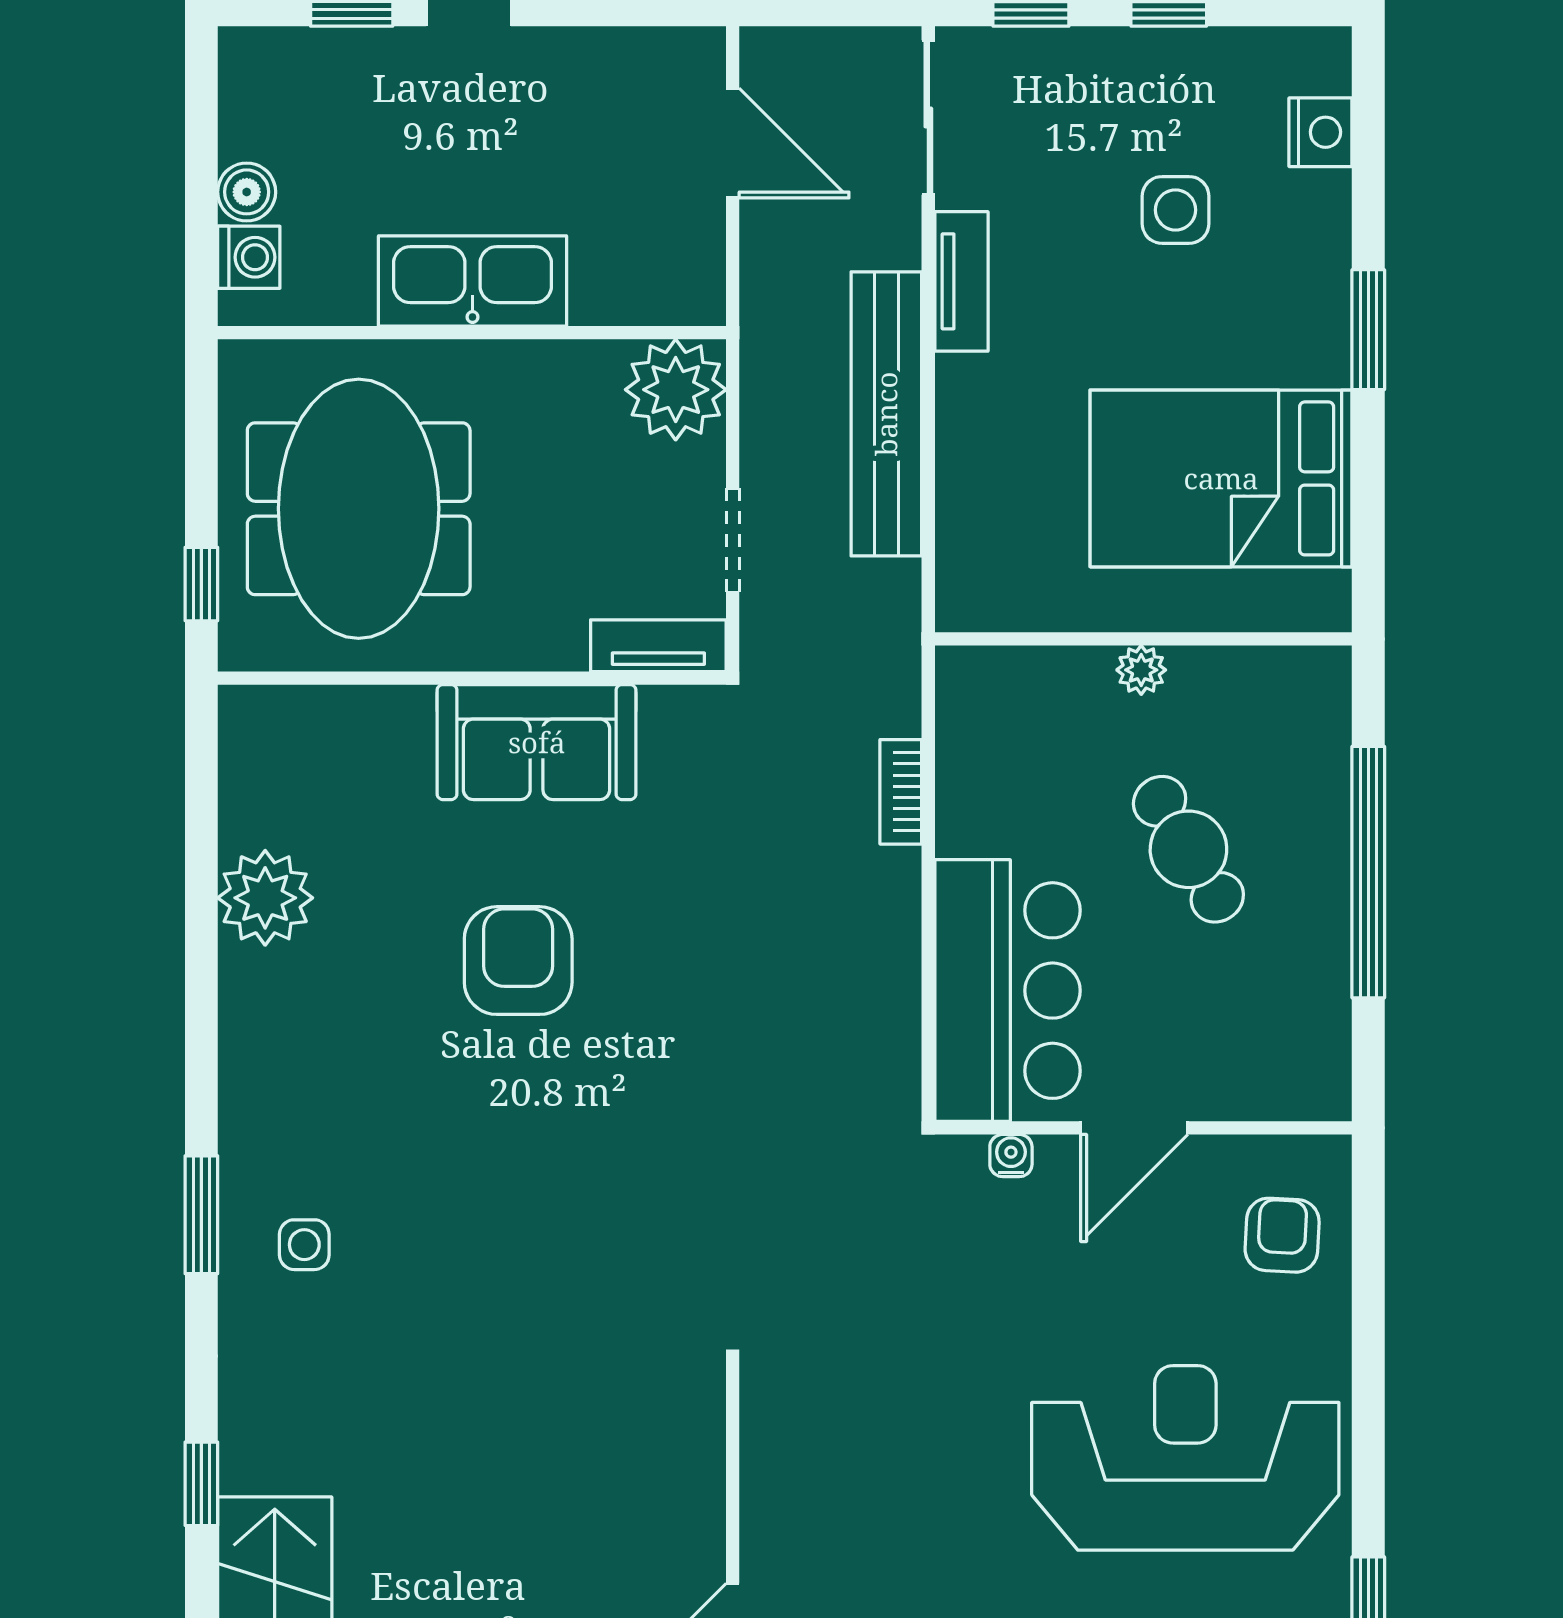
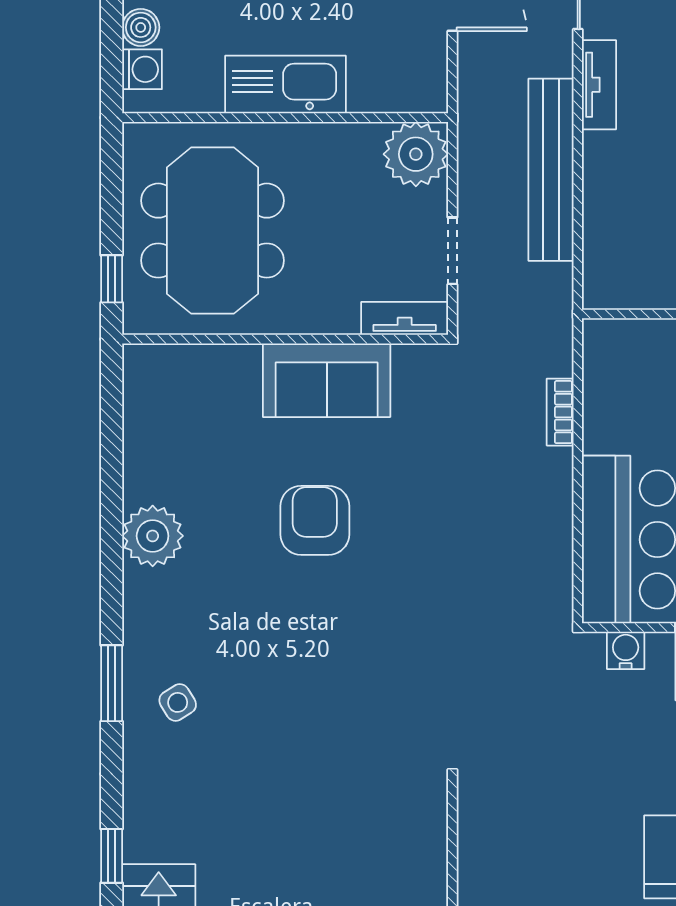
plant: (265, 898) -> (153, 536), moved
water cooler: (1011, 1156) -> (626, 650), width x1.38, depth x1.38
side table: (304, 1245) -> (178, 702), turned -32

